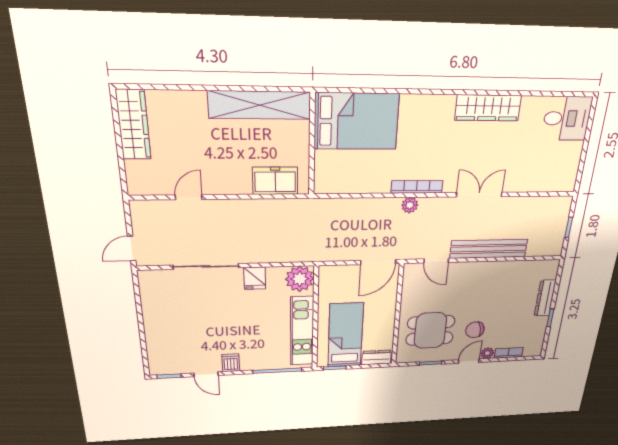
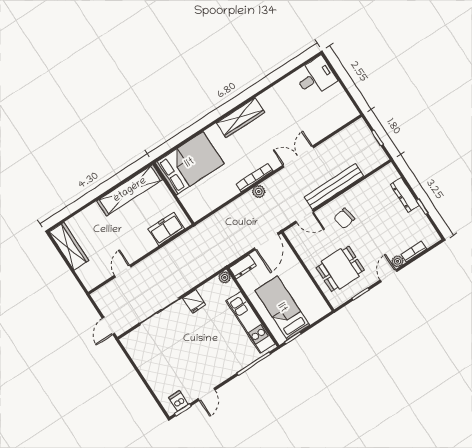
wardrobe: (488, 108) -> (241, 118), moved
plant: (300, 279) -> (225, 277), width x0.53, depth x0.53
chair: (475, 330) -> (344, 218), moved
dresser: (376, 357) -> (243, 267), moved, turned 180
dishwasher: (231, 363) -> (178, 401), moved
door: (206, 374) -> (207, 394), hinge flipped

